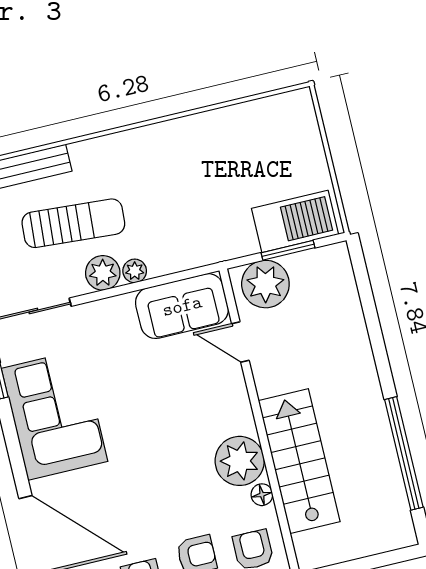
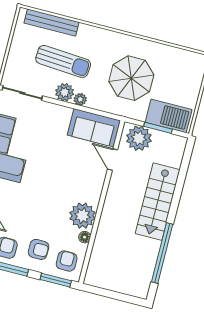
parasol: (201, 191) -> (131, 78), added
stairs: (299, 461) -> (158, 202), moved, turned 180

